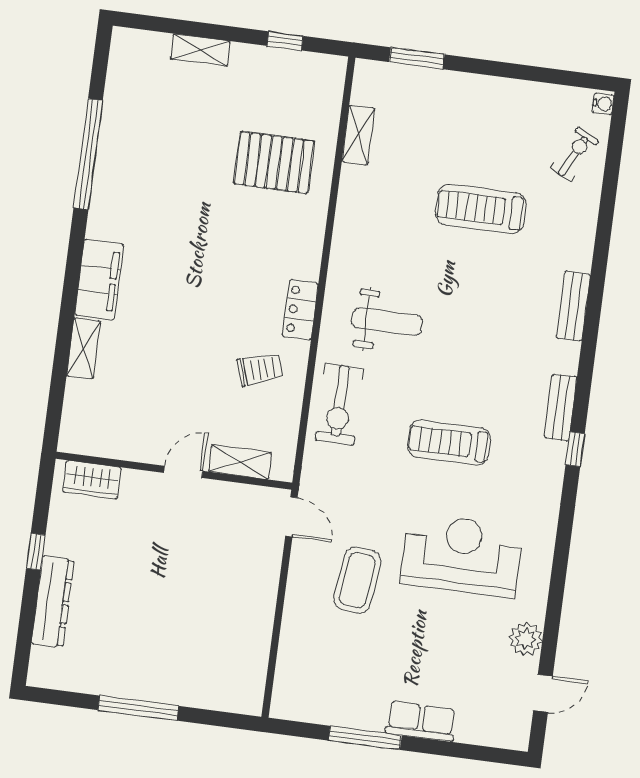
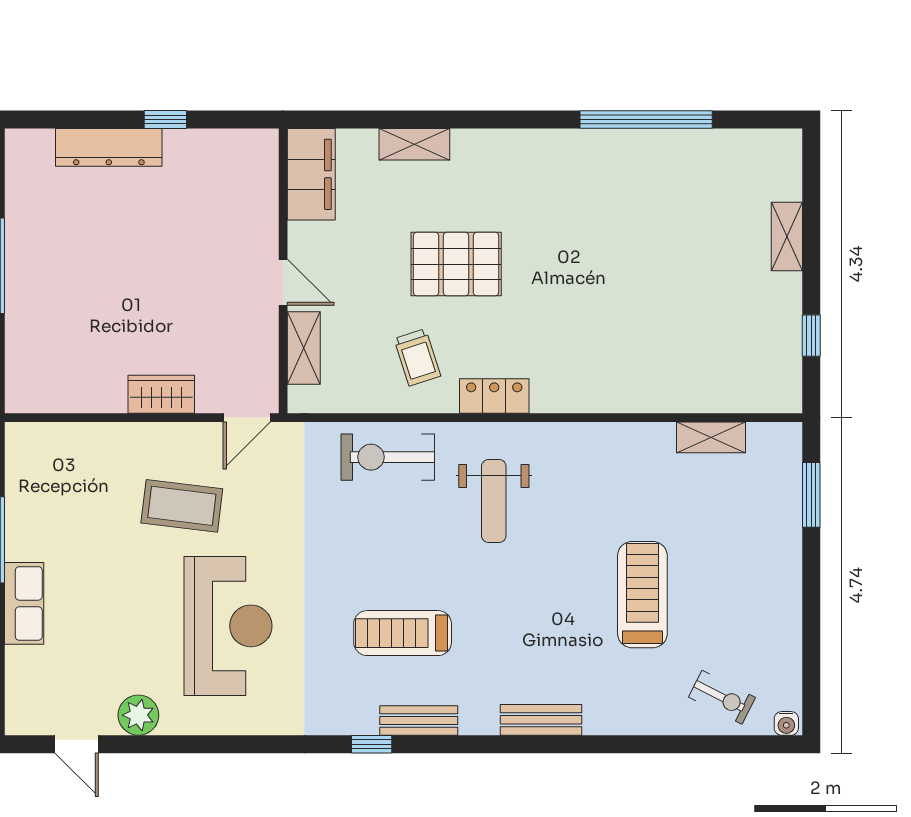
pallet: (274, 162) -> (456, 264), moved, turned 90
filing cabinet: (99, 280) -> (311, 174), moved, turned -90
treadmill: (449, 442) -> (403, 633), moved, turned -90
wardrobe: (92, 480) -> (161, 394), moved, turned 90

